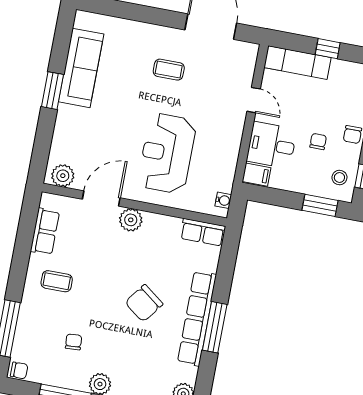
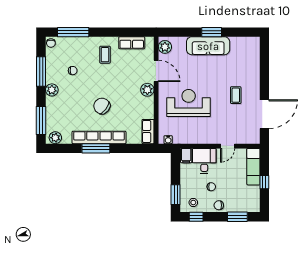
sofa: (81, 68) -> (208, 46), moved

